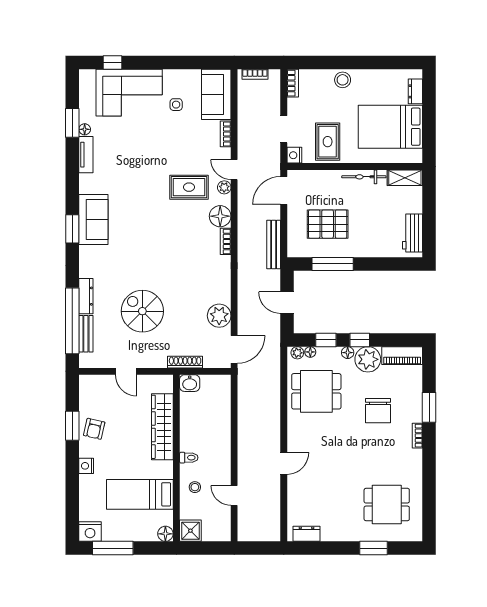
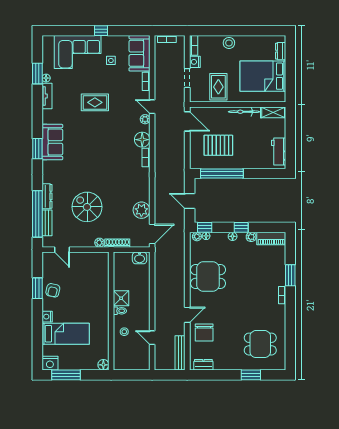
window: (112, 62) -> (101, 31), moved
nightstand: (294, 155) -> (195, 62), moved
rug: (189, 187) -> (95, 102), moved
door: (284, 190) -> (187, 121), swing flipped
bench: (274, 245) -> (180, 353), moved
window: (333, 264) -> (222, 173), width x1.46
window: (326, 340) -> (205, 227), moved
plant: (368, 359) -> (251, 237), width x0.53, depth x0.53
plant: (160, 361) -> (99, 243), added
door: (126, 371) -> (62, 250), moved
washbasin: (190, 383) -> (140, 258), moved
dining table: (316, 391) -> (208, 277), moved
chair: (378, 411) -> (204, 332), moved
wardrobe: (162, 427) -> (101, 289), removed
bed: (140, 494) -> (66, 334), moved, turned 180
shower: (190, 531) -> (121, 298), moved

